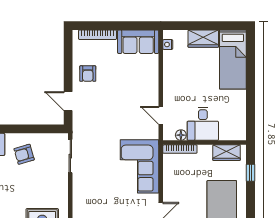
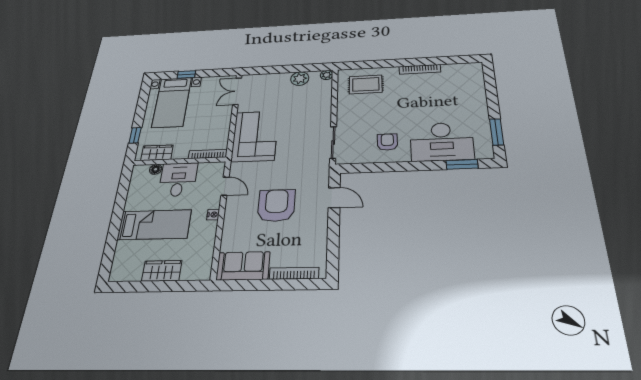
nightstand: (168, 45) -> (213, 215), moved
bed: (233, 59) -> (154, 225), moved, turned 90
armchair: (88, 74) -> (276, 205), moved, width x1.88, depth x1.88
floor lamp: (181, 135) -> (156, 169), moved
armchair: (24, 154) -> (387, 142), turned -74

